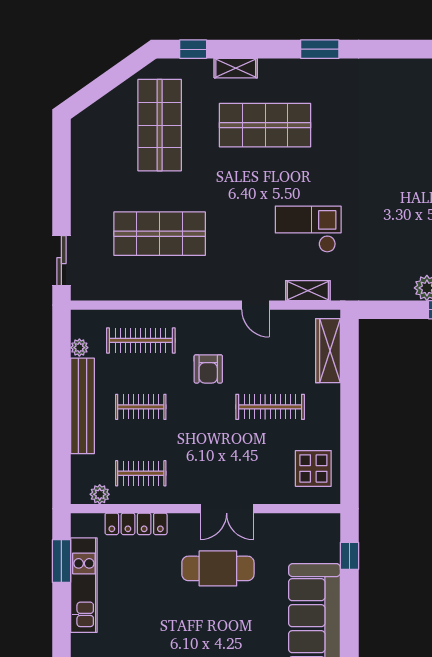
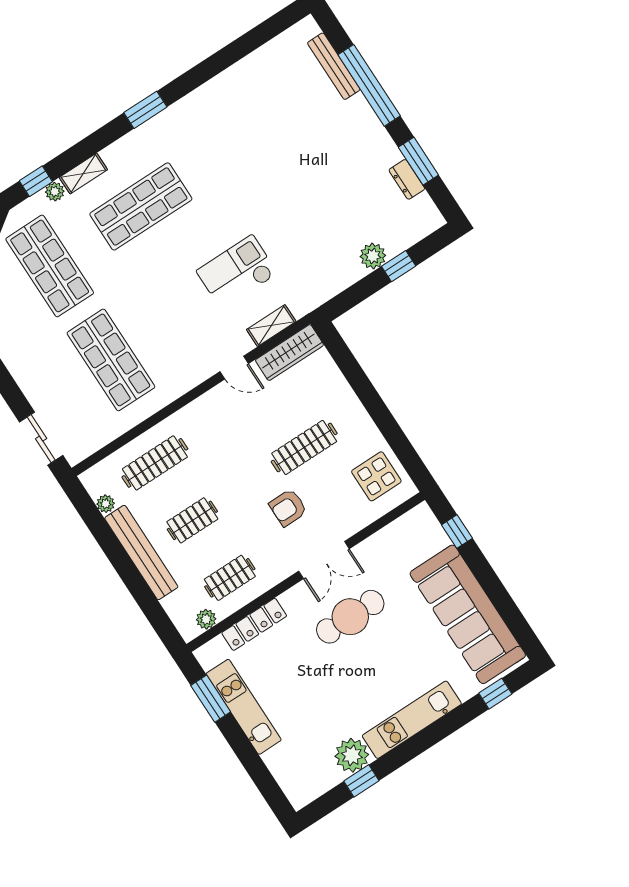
plant: (203, 68) -> (55, 192), added
shop shelf: (160, 234) -> (111, 360), turned 90
wardrobe: (328, 351) -> (289, 353), moved, turned -90
armchair: (208, 369) -> (288, 508), moved, turned 90

